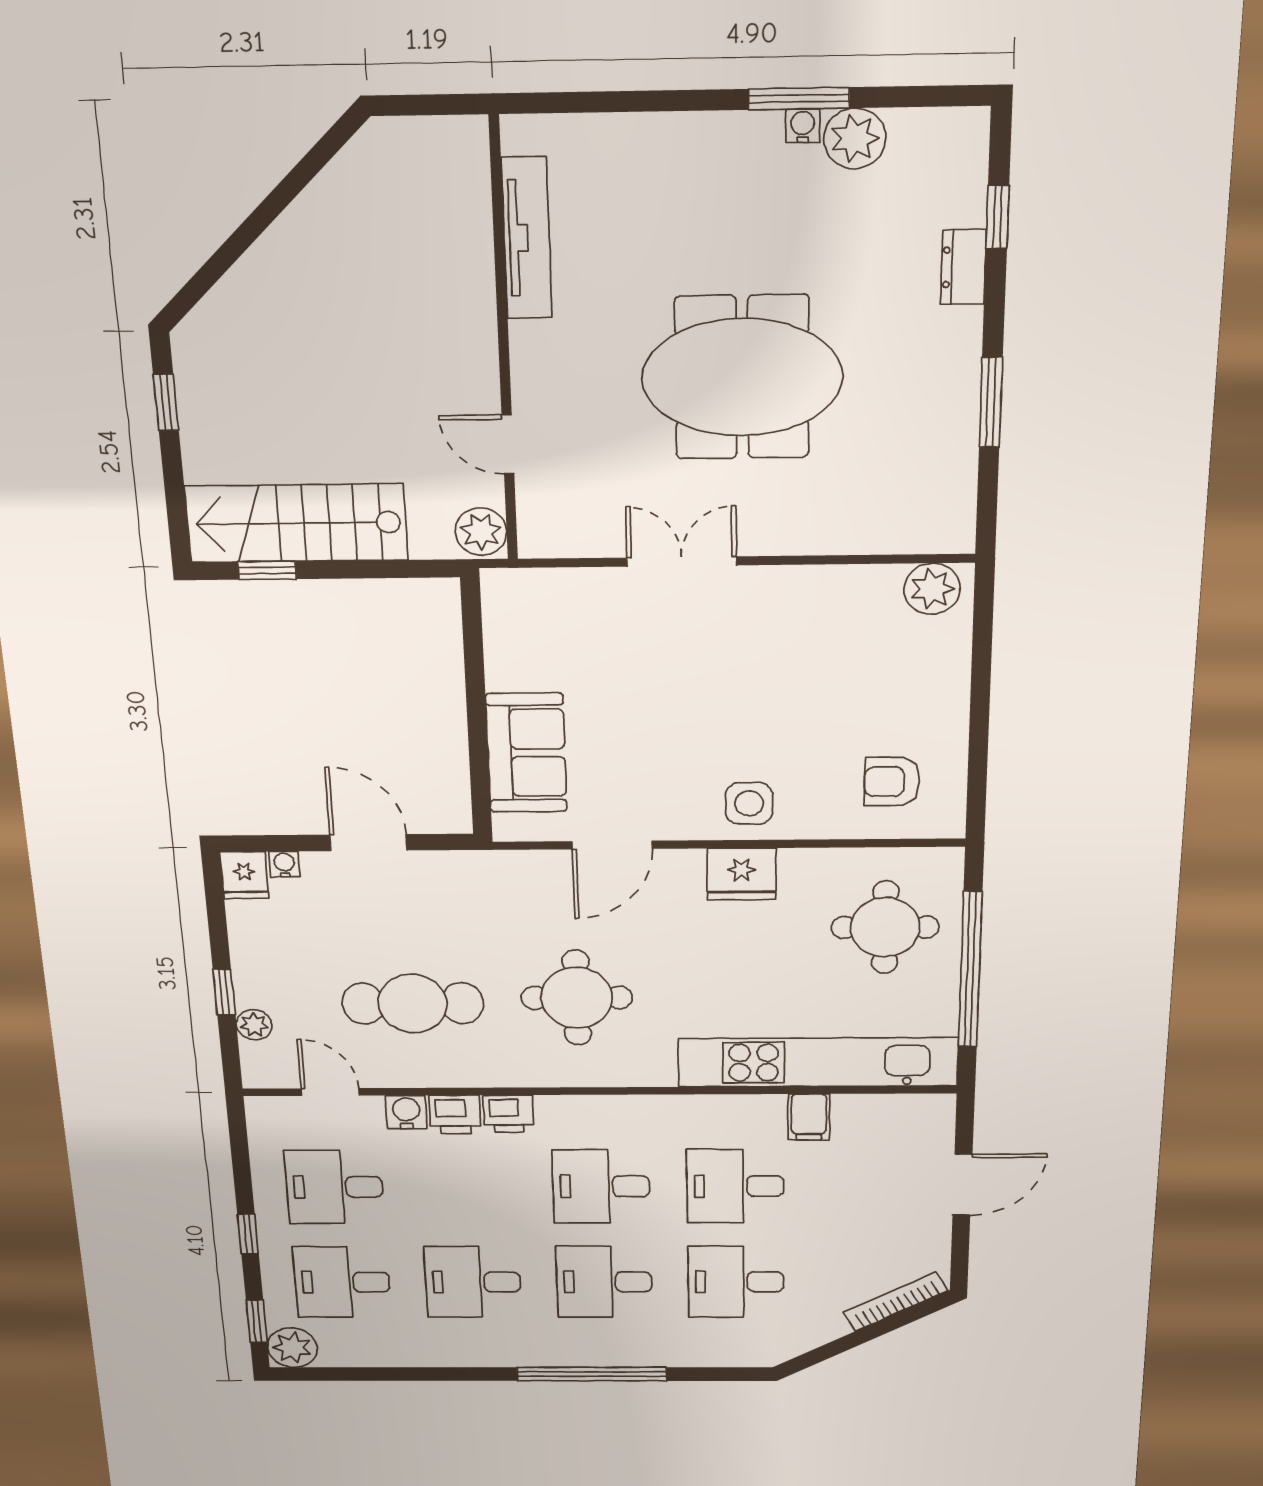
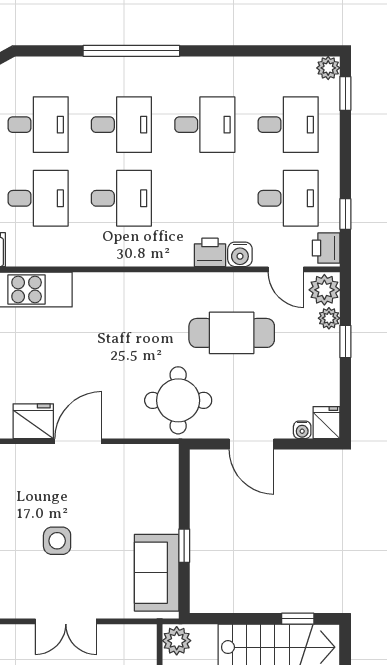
window: (475, 686) -> (184, 546), added
sofa: (526, 753) -> (157, 573), moved
side table: (749, 803) -> (57, 541), moved
door: (612, 845) -> (78, 441), moved
round table: (577, 998) -> (178, 400), moved
plant: (265, 1064) -> (324, 290), added
printer: (508, 1114) -> (326, 248), moved, turned -90
window: (248, 1234) -> (345, 214), moved
plant: (292, 1348) -> (328, 68), width x0.73, depth x0.73

